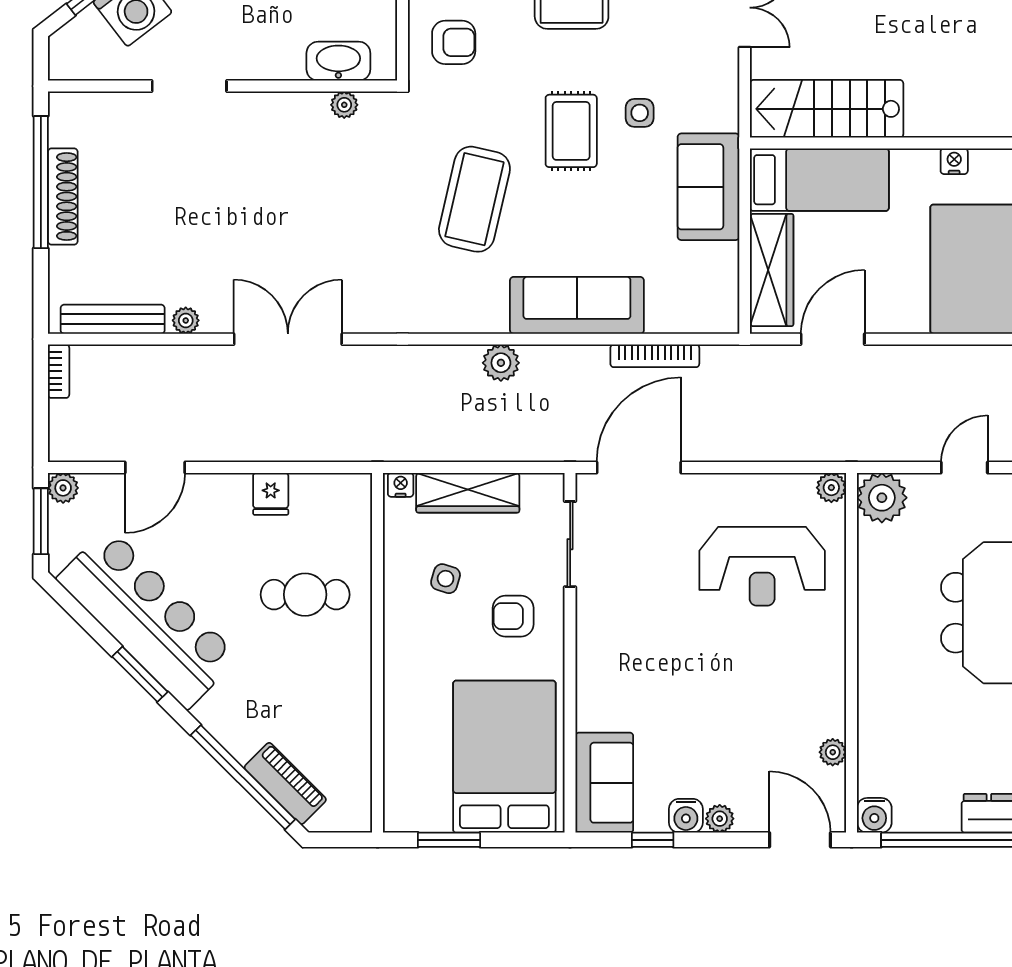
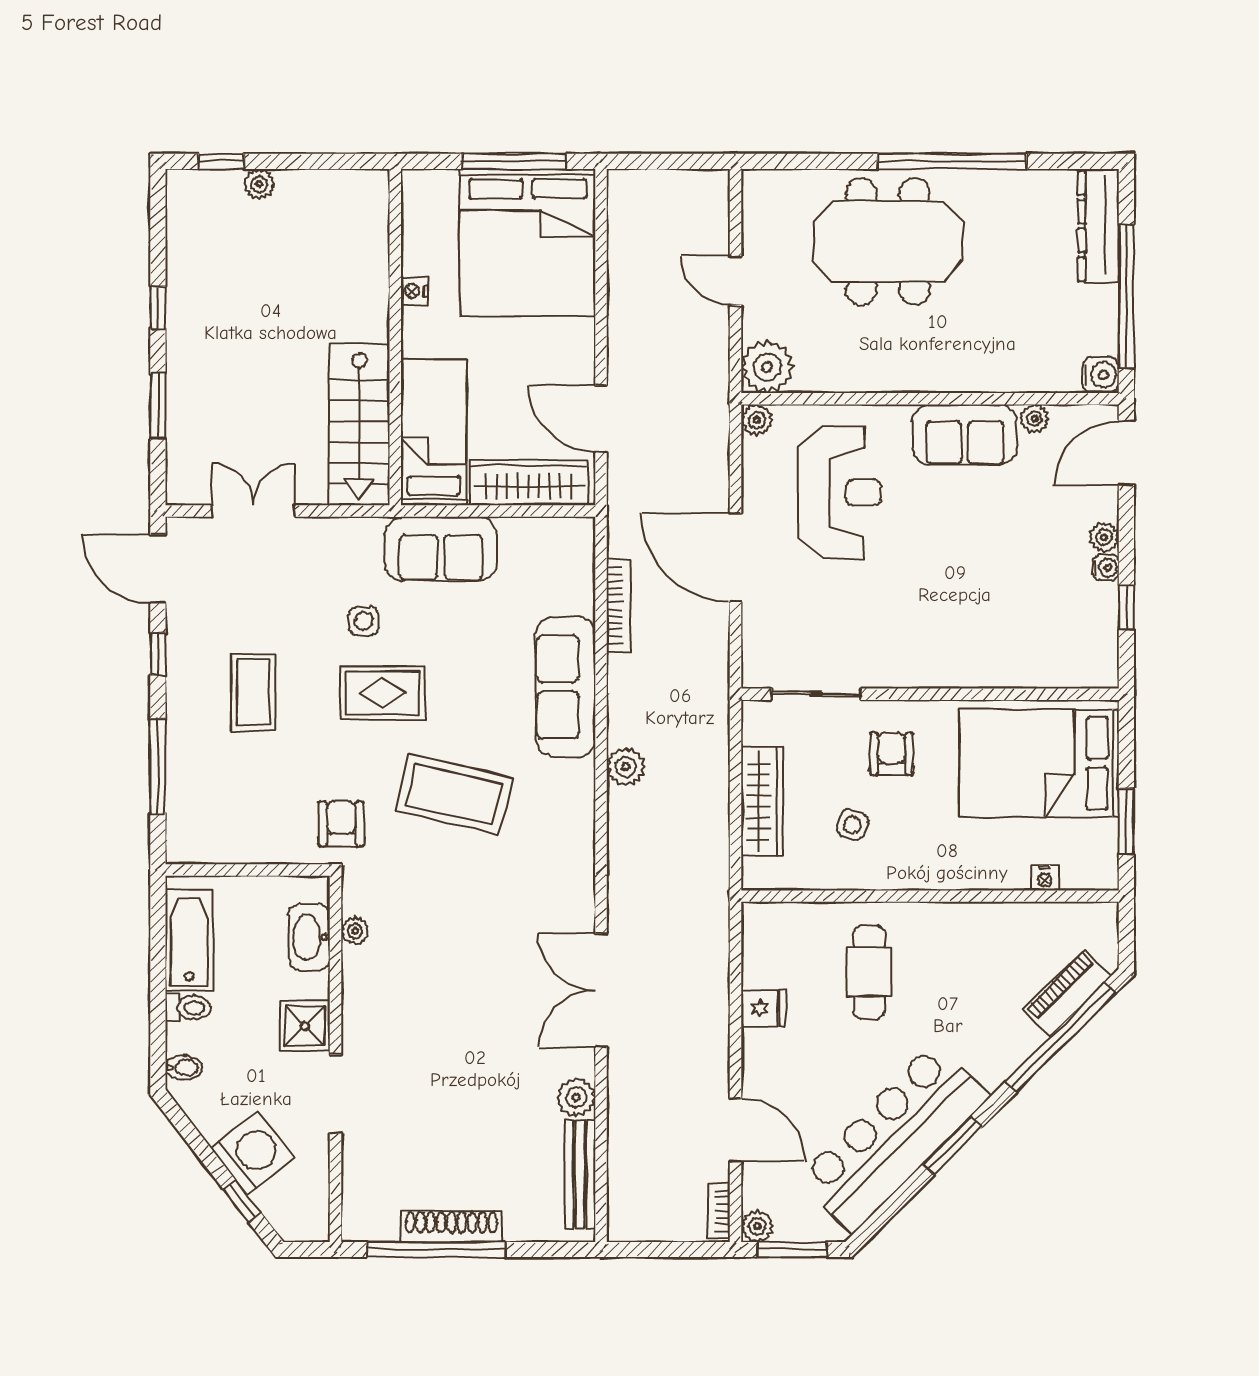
armchair: (454, 42) -> (341, 824), moved
shower: (254, 57) -> (305, 1026), added
plant: (186, 320) -> (576, 1097), width x1.38, depth x1.38
bookcase: (59, 371) -> (719, 1211), moved, turned -90
door: (639, 467) -> (736, 558), moved
nightstand: (401, 485) -> (1045, 878), moved, turned -90
armchair: (513, 616) -> (892, 754), turned 180
sofa: (604, 783) -> (965, 435), moved, turned 180
water cooler: (686, 816) -> (1106, 568), width x0.72, depth x0.72

